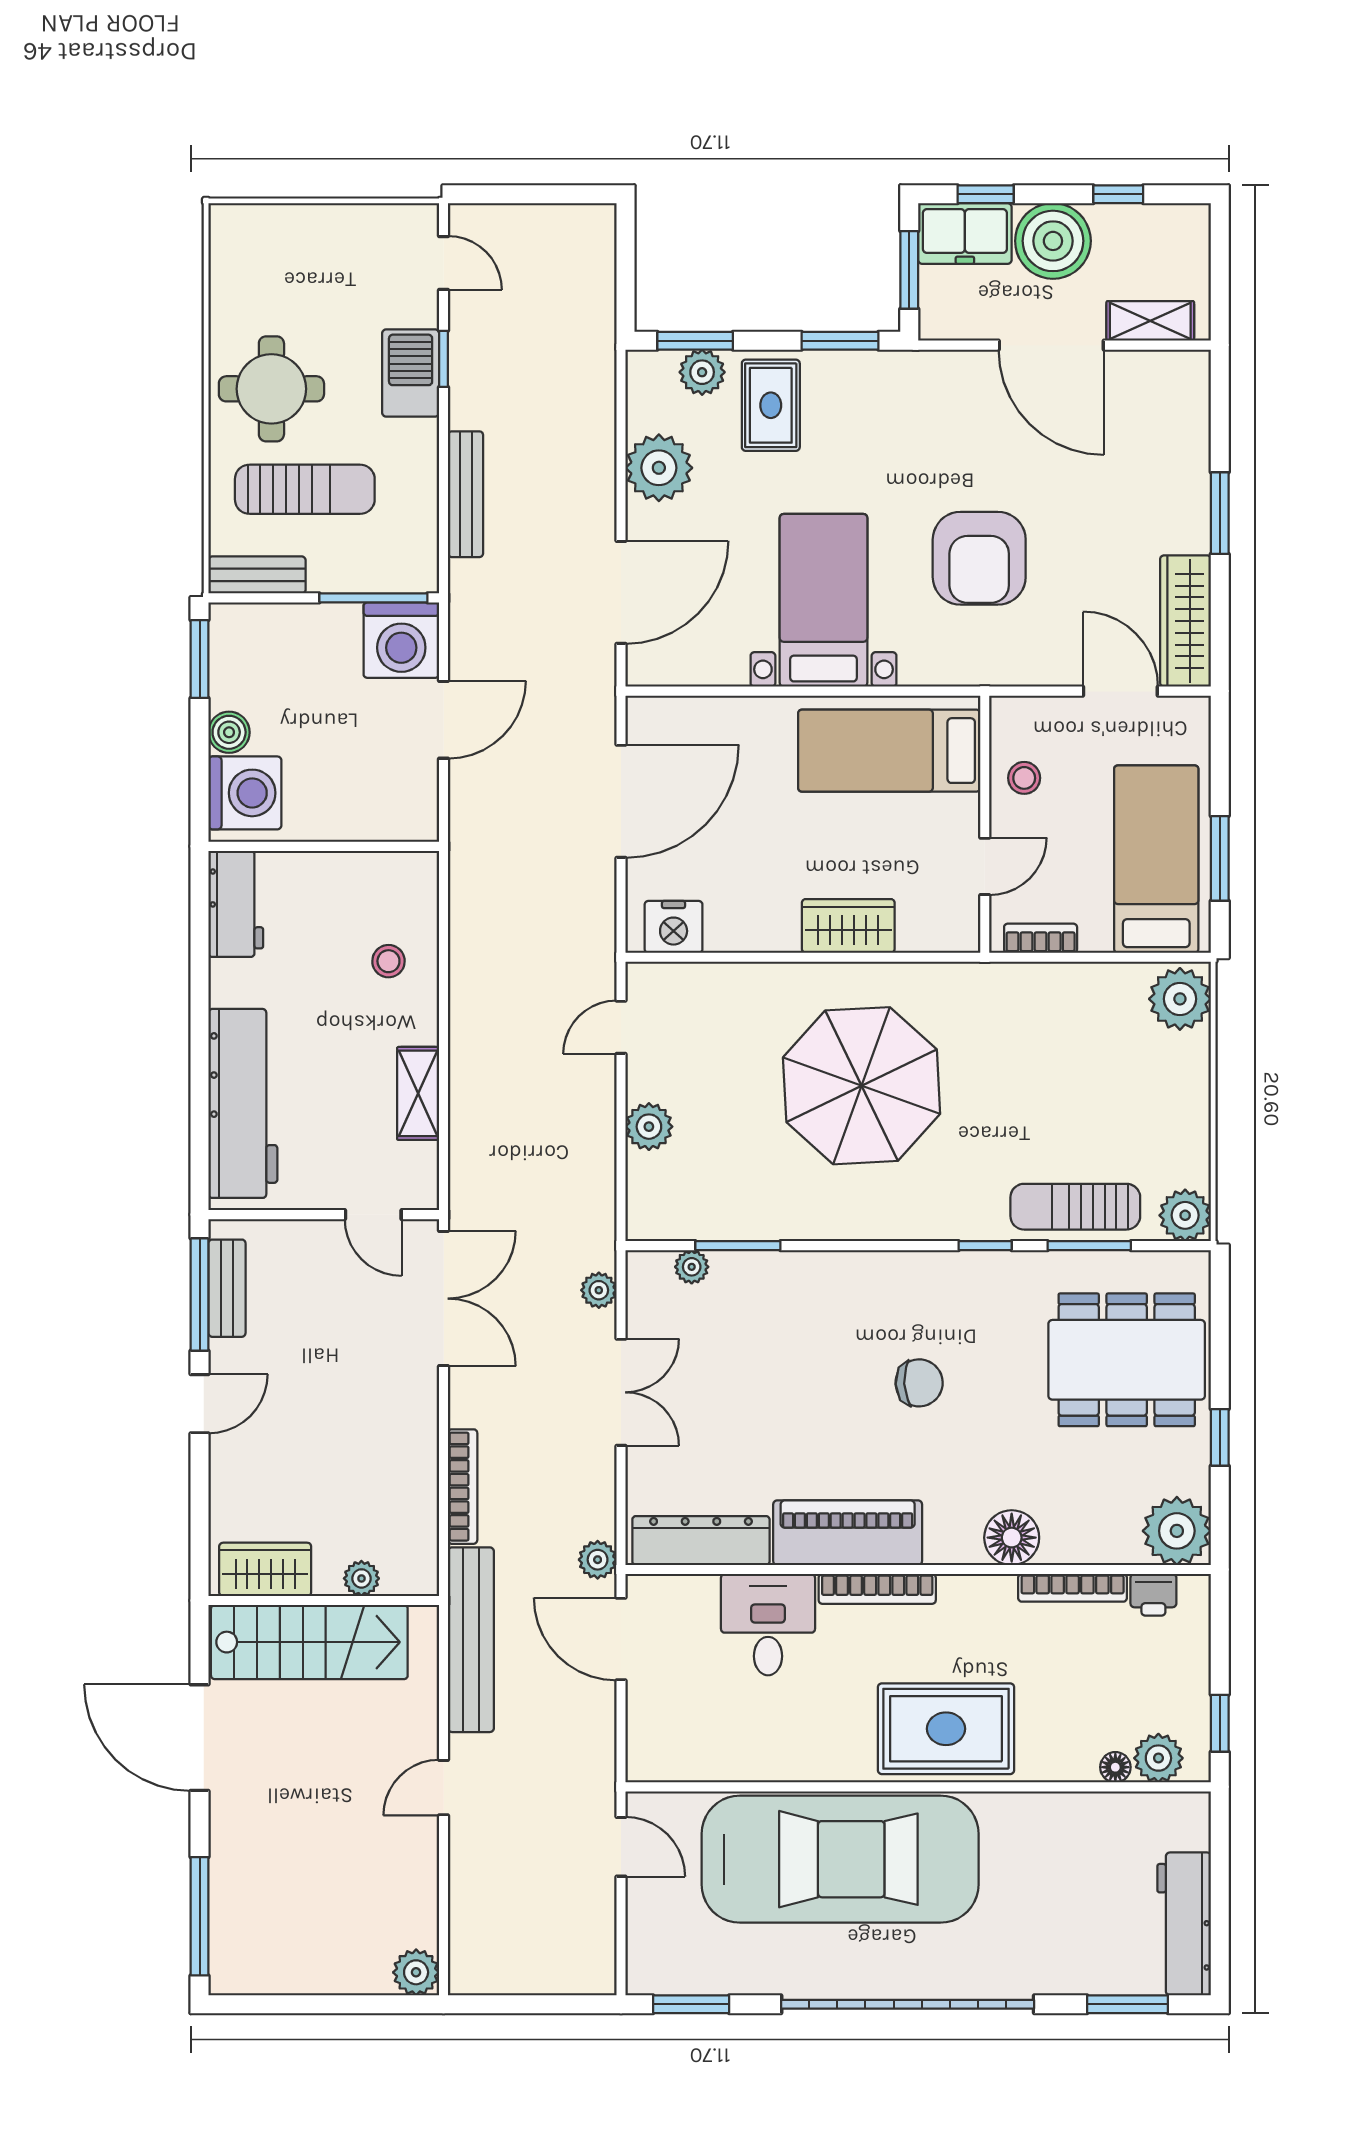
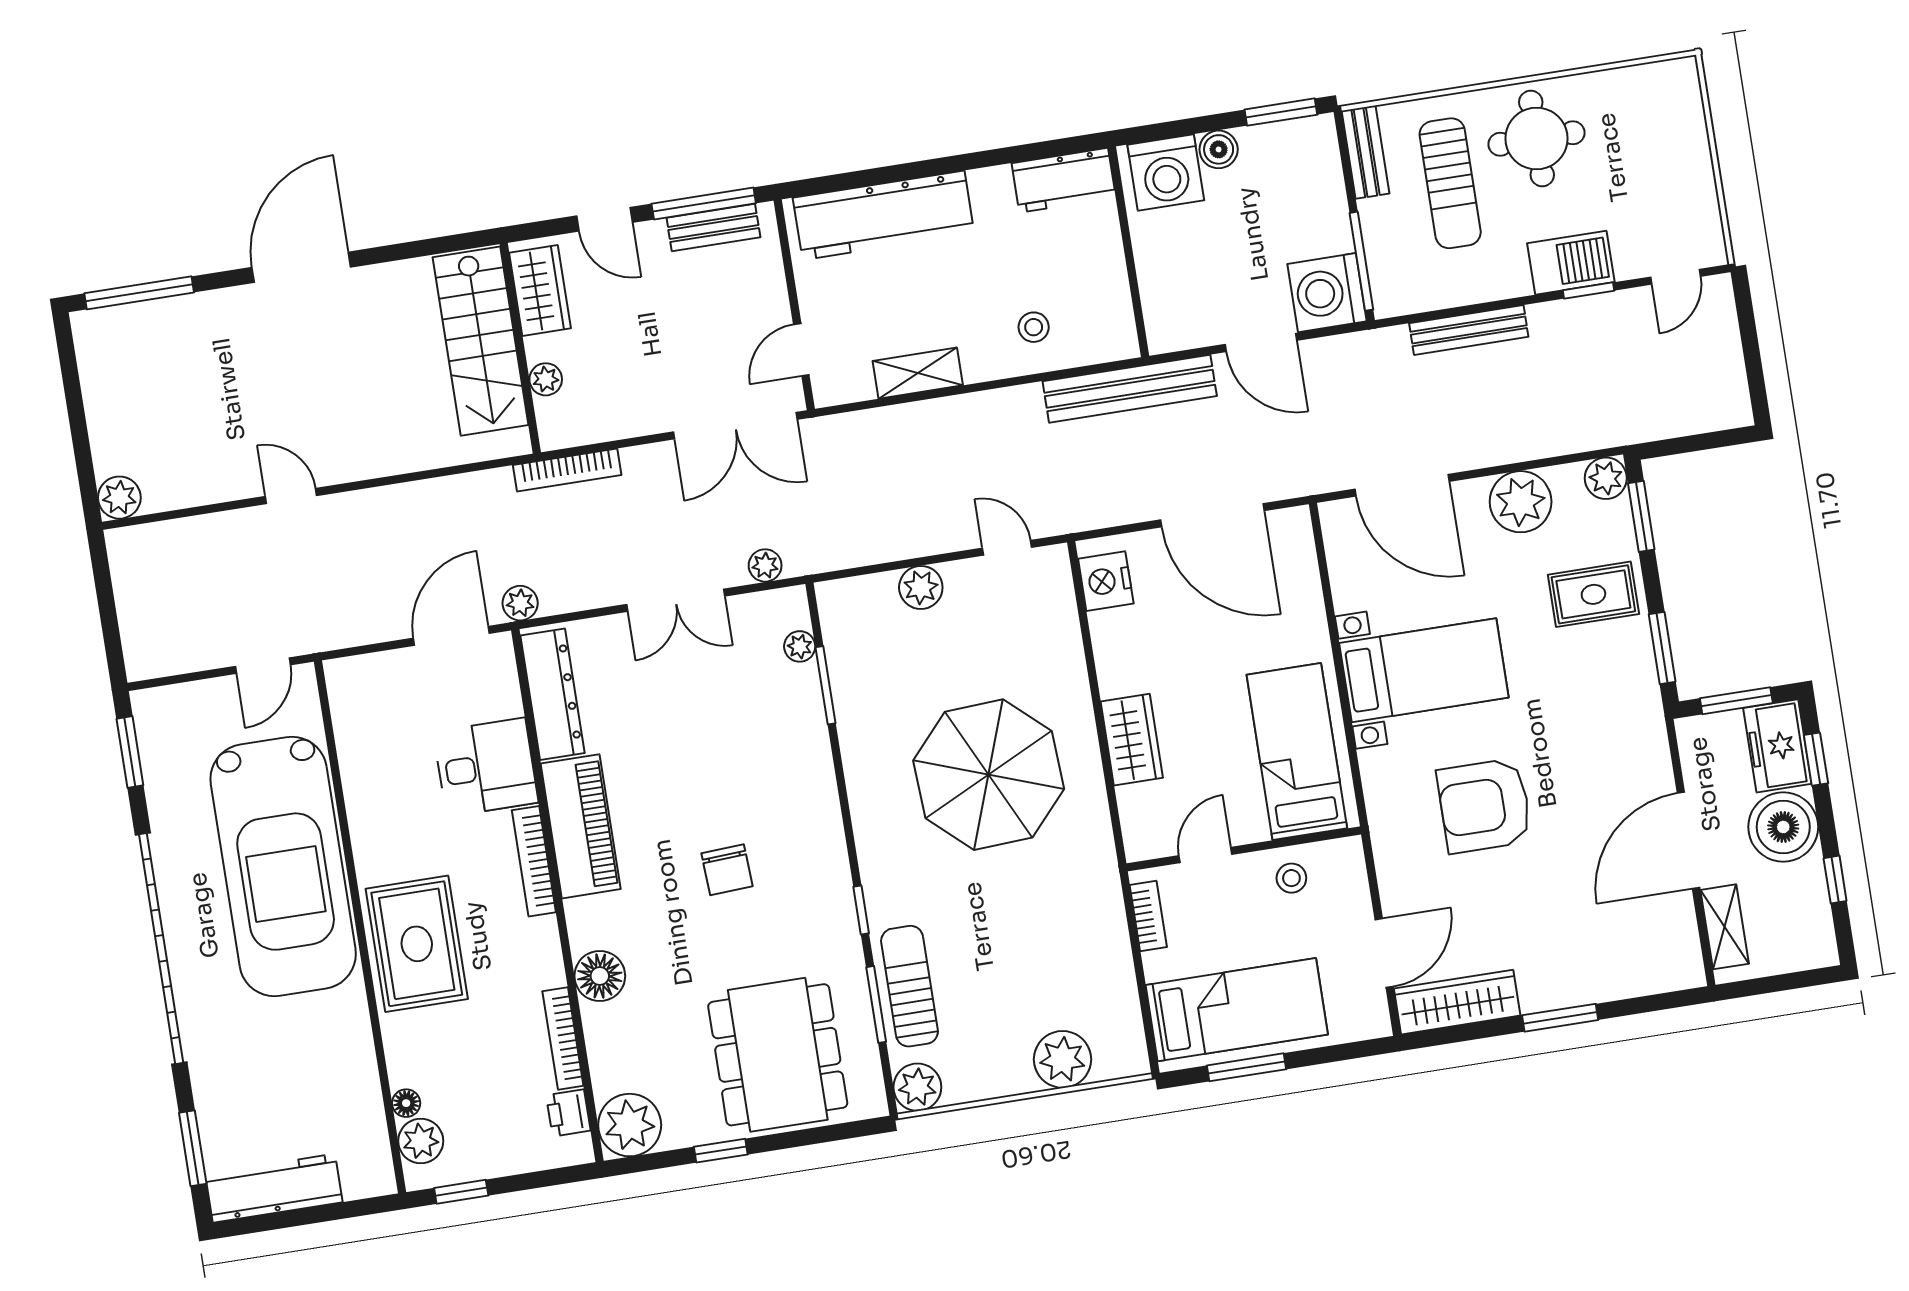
plant: (702, 372) -> (1606, 478), moved
door: (985, 866) -> (1205, 855), swing flipped
plant: (1180, 999) -> (1062, 1059), moved
wardrobe: (265, 1569) -> (540, 291), moved
plant: (361, 1578) -> (546, 379), moved
wall: (324, 1601) -> (520, 348), moved
bench: (471, 1640) -> (1130, 389), moved
stairs: (309, 1642) -> (480, 341), moved

